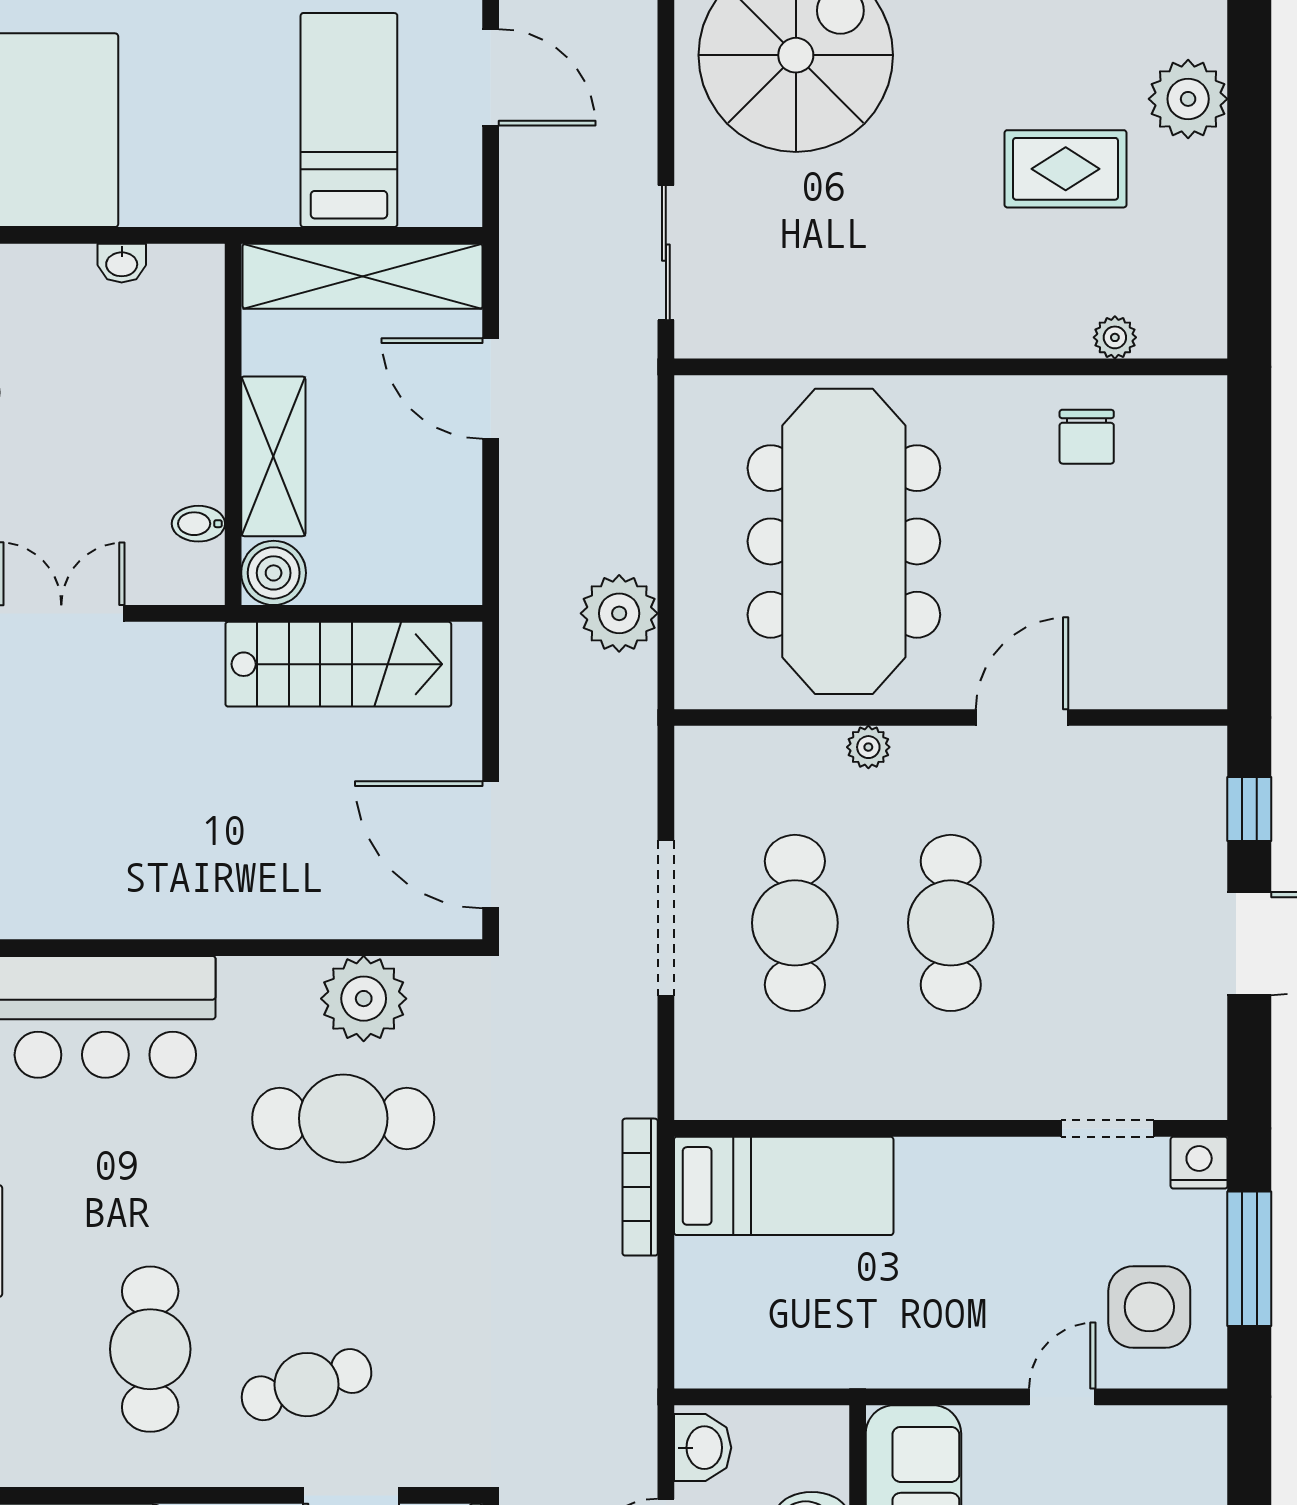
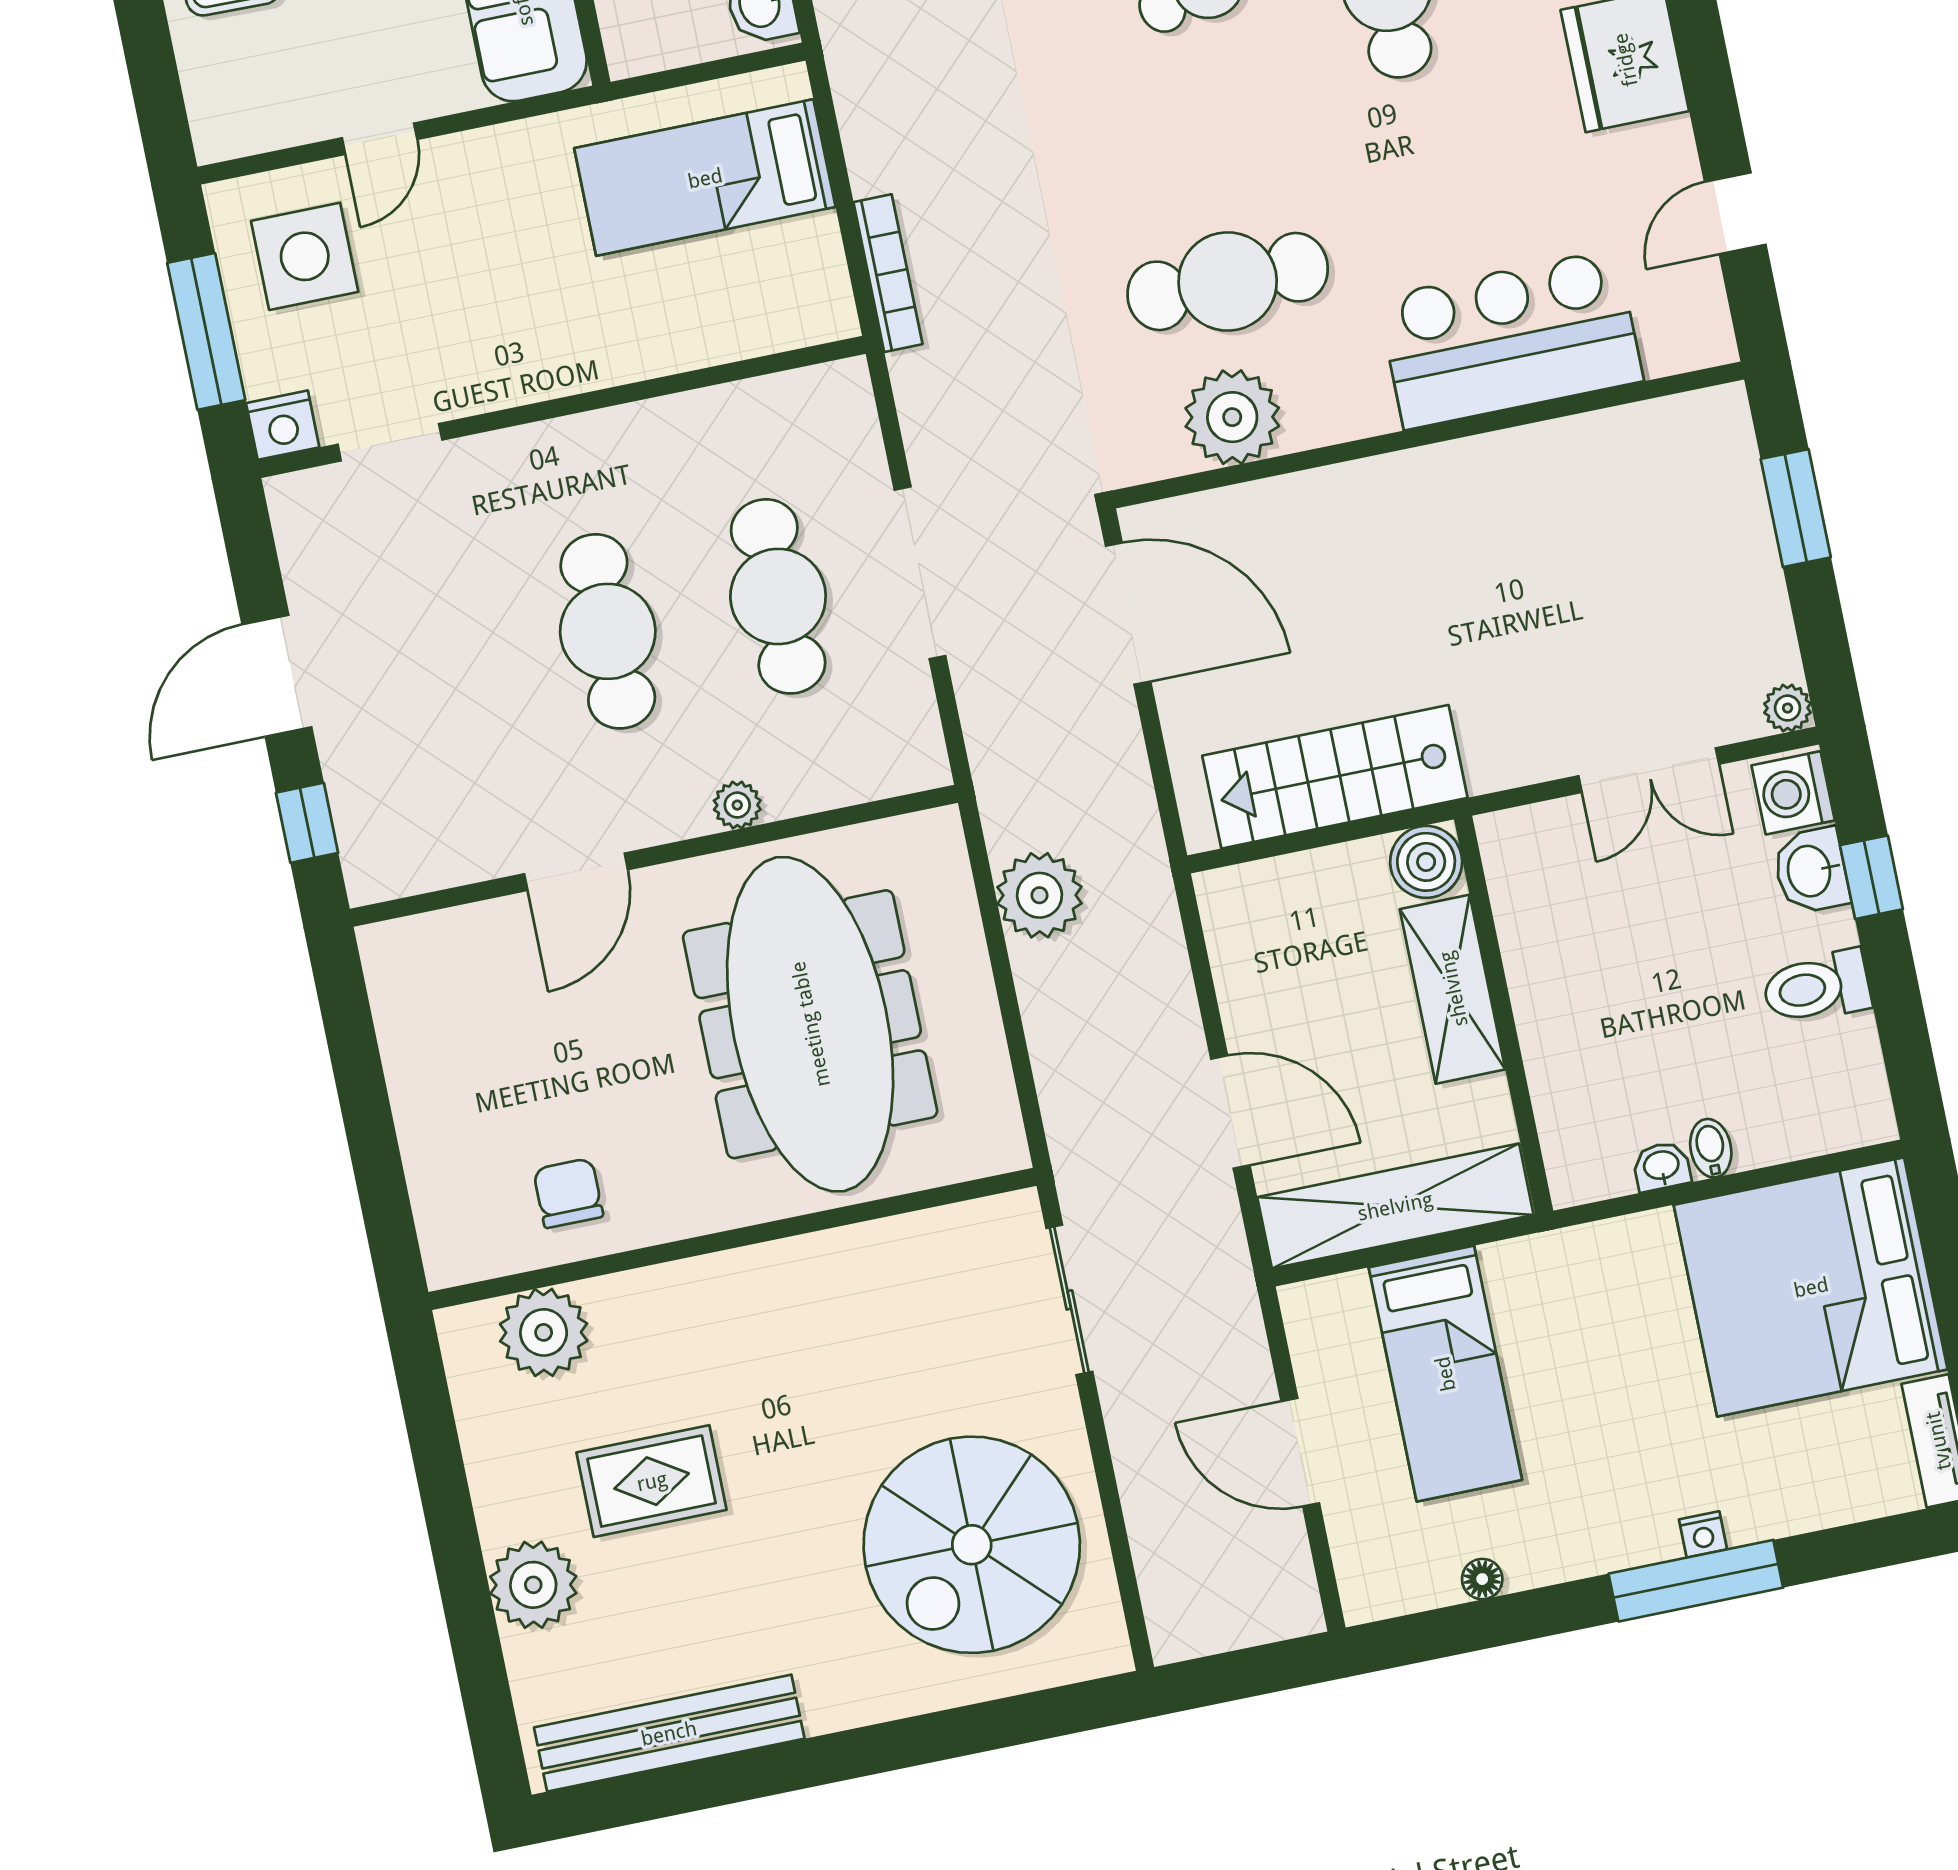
plant: (1115, 337) -> (544, 1332), width x1.87, depth x1.87
bidet: (198, 524) -> (1711, 1148), moved, turned -90
bed: (784, 1186) -> (705, 178), moved

